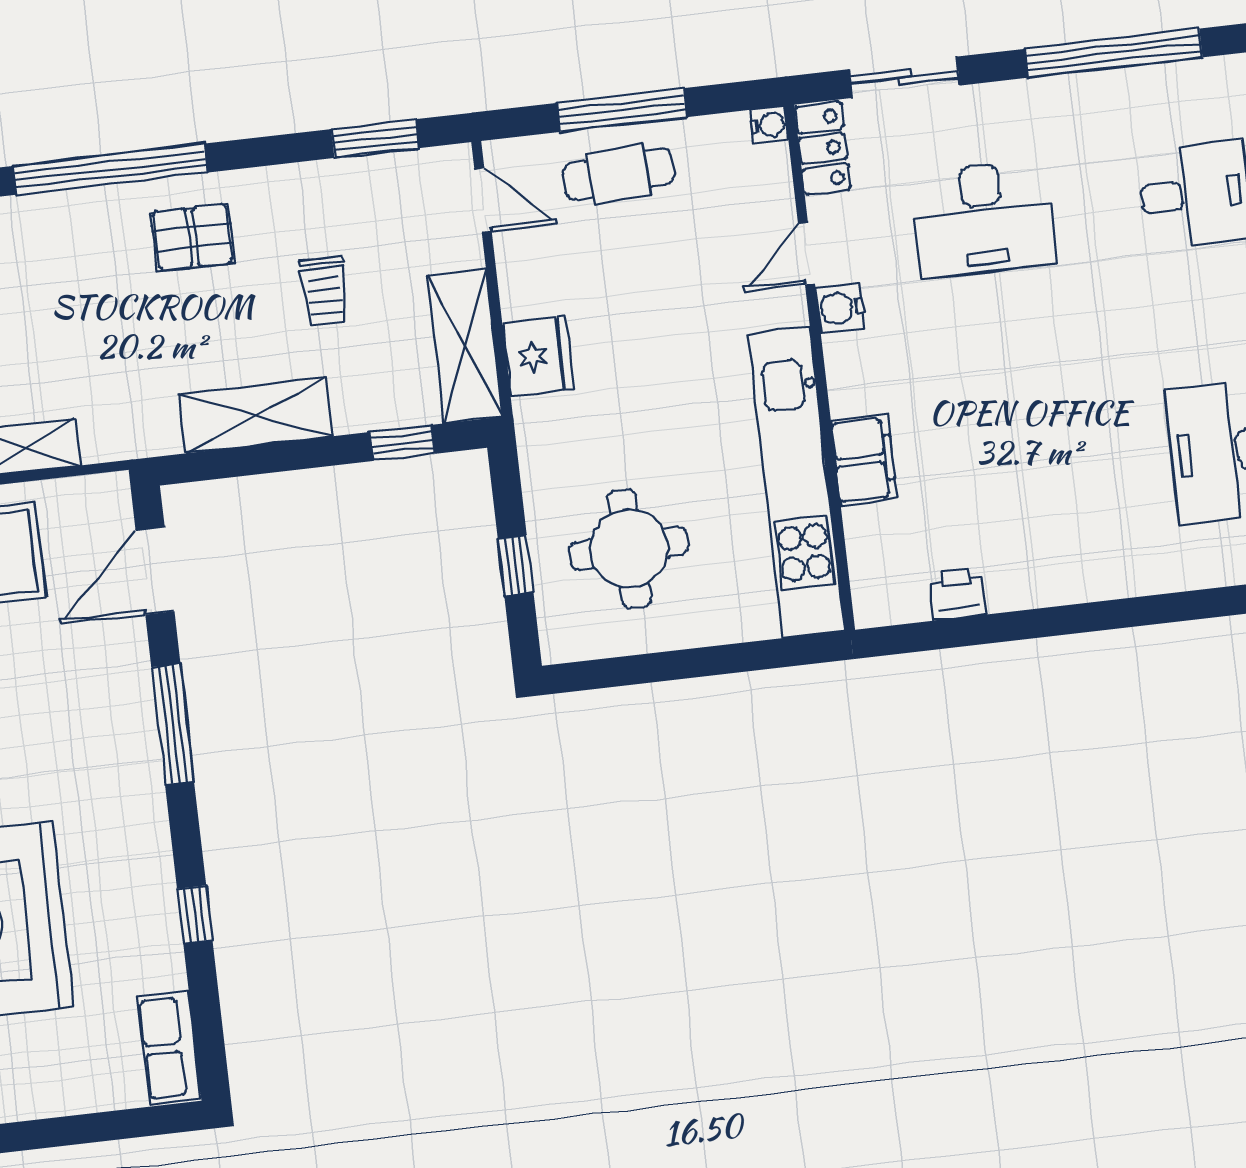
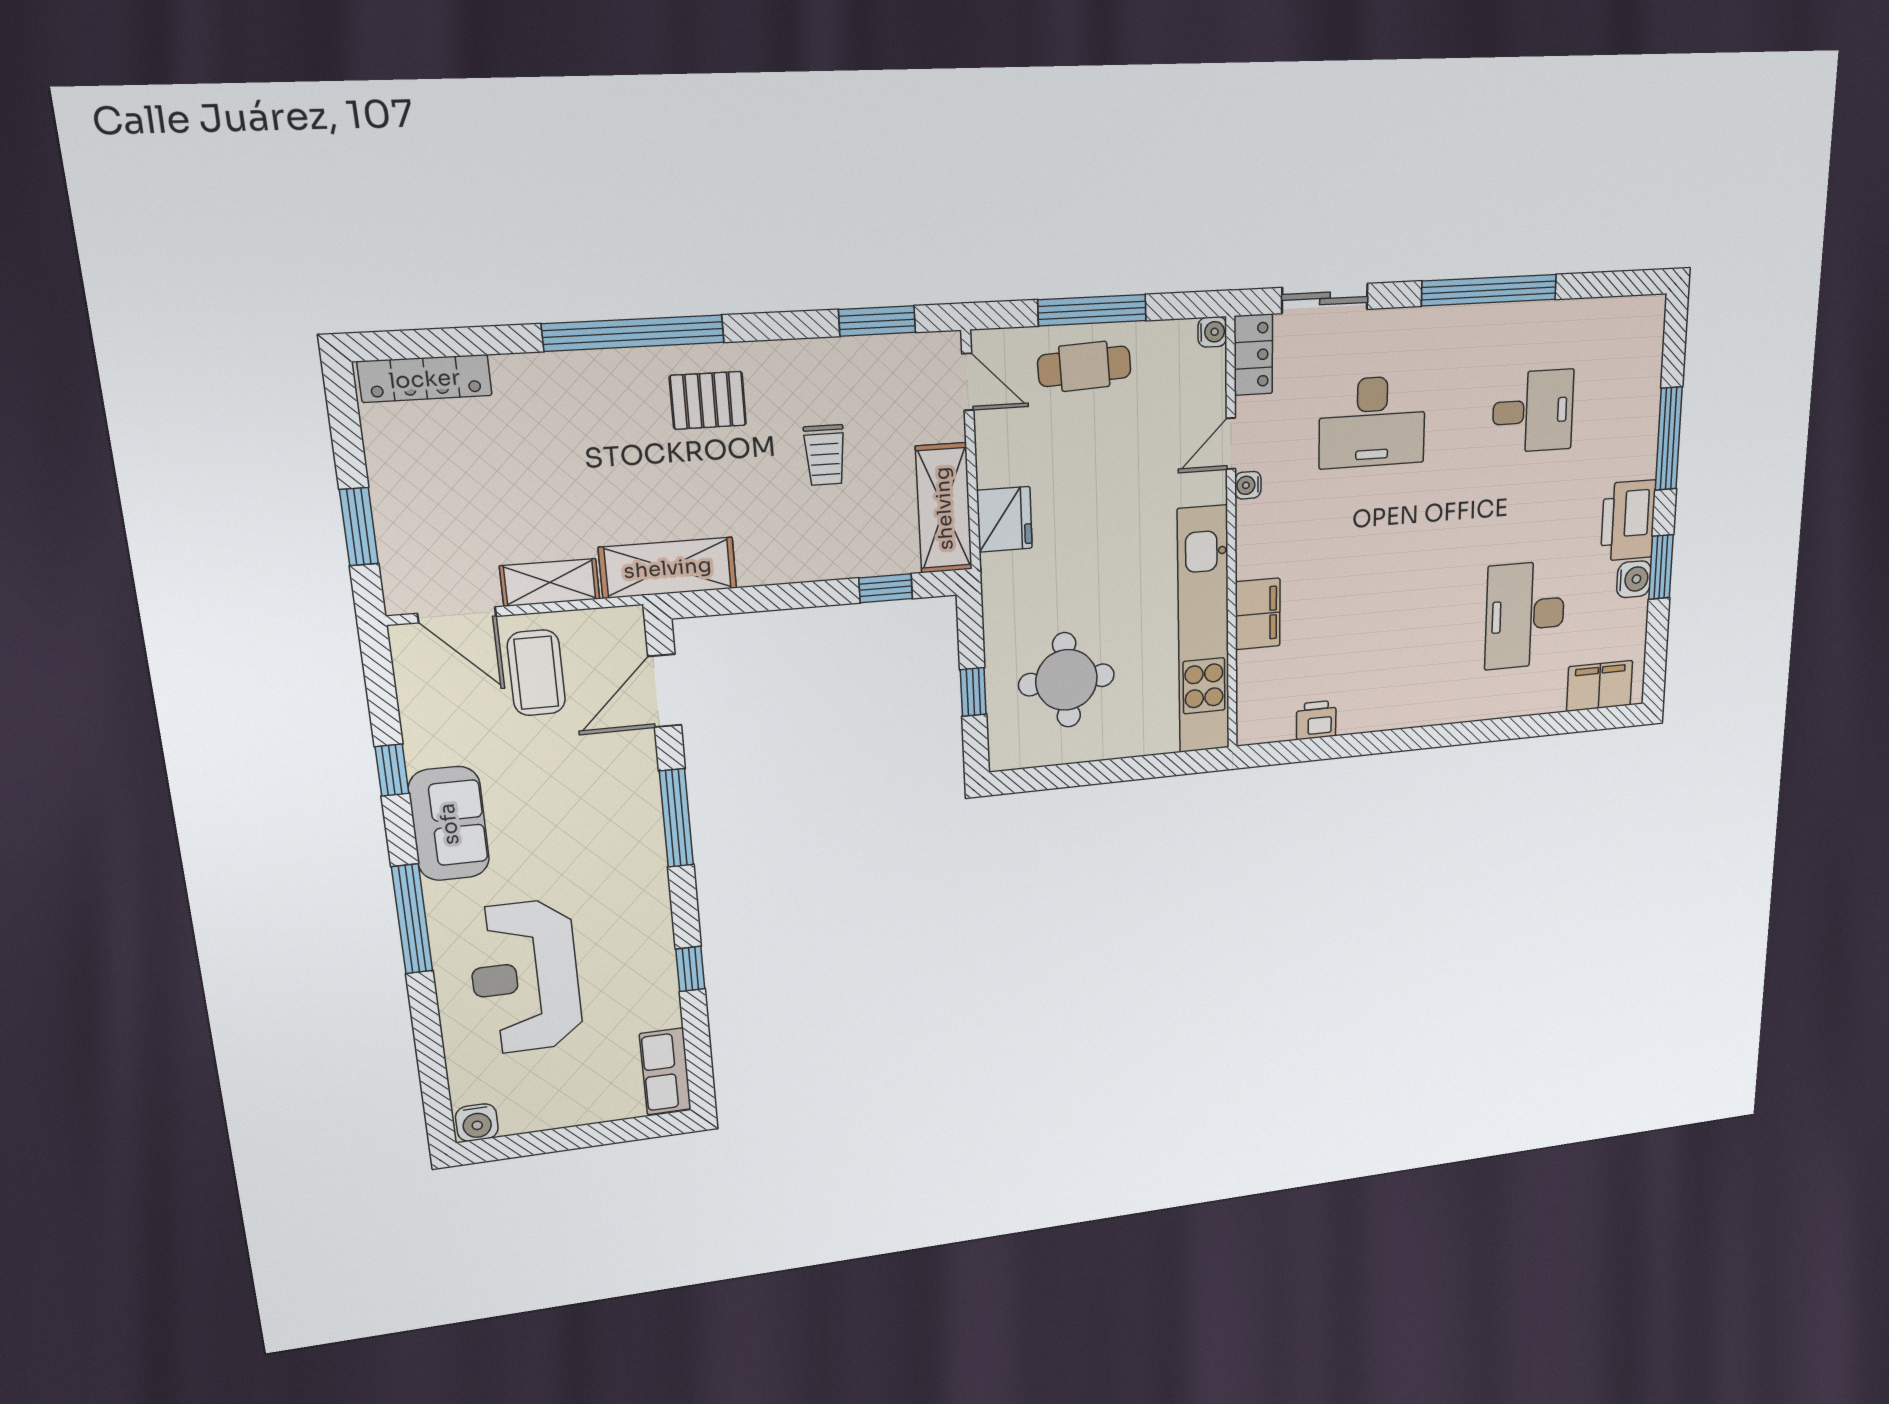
water cooler: (840, 308) -> (1248, 485), width x0.72, depth x0.72
shelving: (256, 415) -> (668, 568), moved

